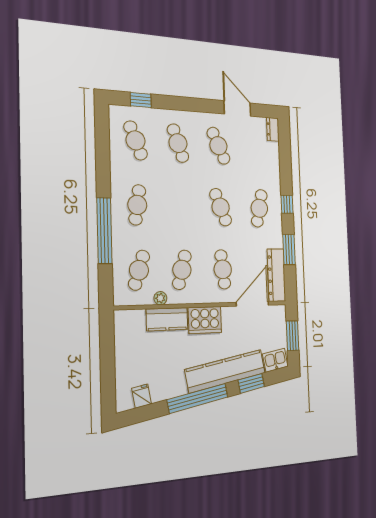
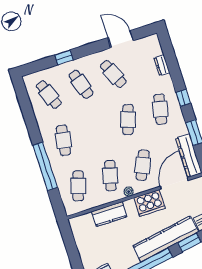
window: (141, 100) -> (64, 57), moved
dresser: (273, 129) -> (162, 65), moved
cafe table: (221, 207) -> (128, 120), turned 39
cafe table: (223, 269) -> (143, 165), turned 30
plant: (160, 298) -> (129, 192), moved
cooker: (205, 320) -> (149, 203), moved

